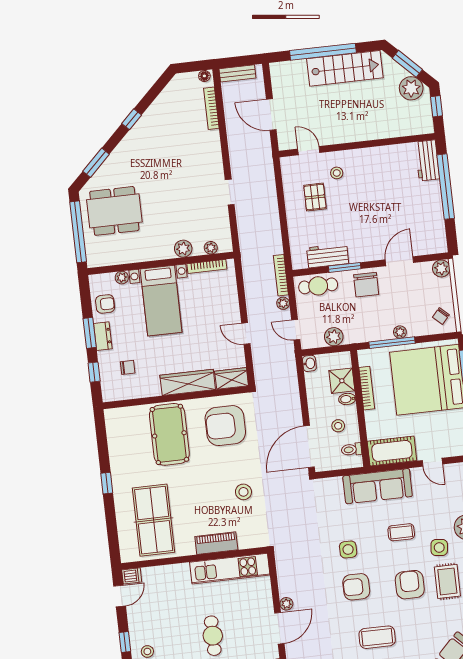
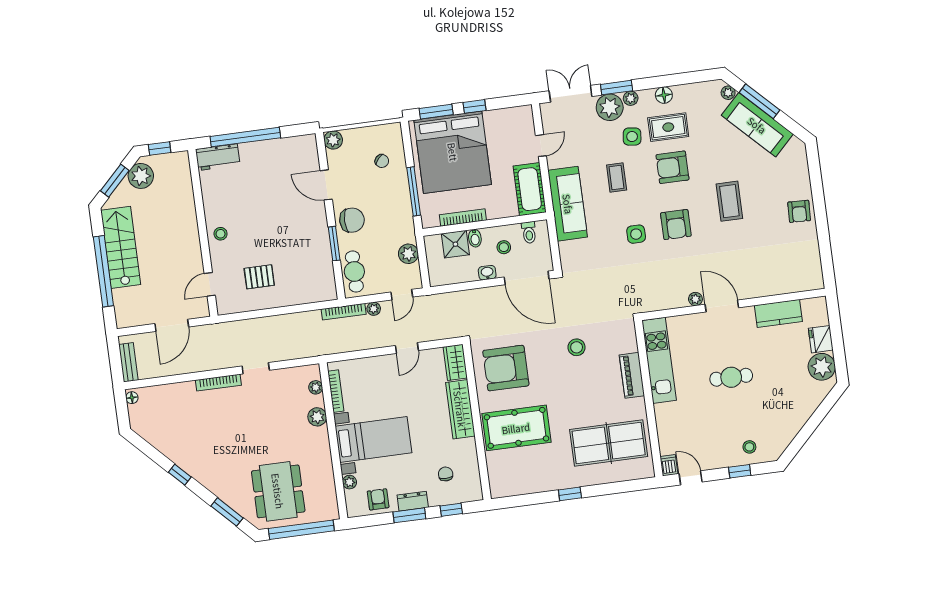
bookcase: (211, 108) -> (218, 383), moved
stool: (337, 173) -> (221, 234), moved
workbench: (328, 256) -> (322, 262), removed
chair: (441, 316) -> (382, 161), moved
plant: (400, 332) -> (402, 183), removed
washbasin: (309, 363) -> (487, 273), moved
armchair: (225, 426) -> (506, 368), turned 90

